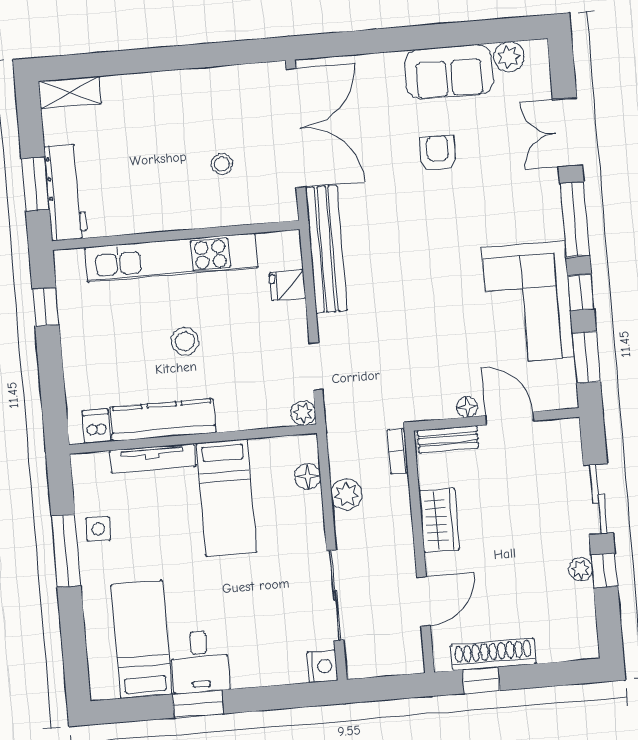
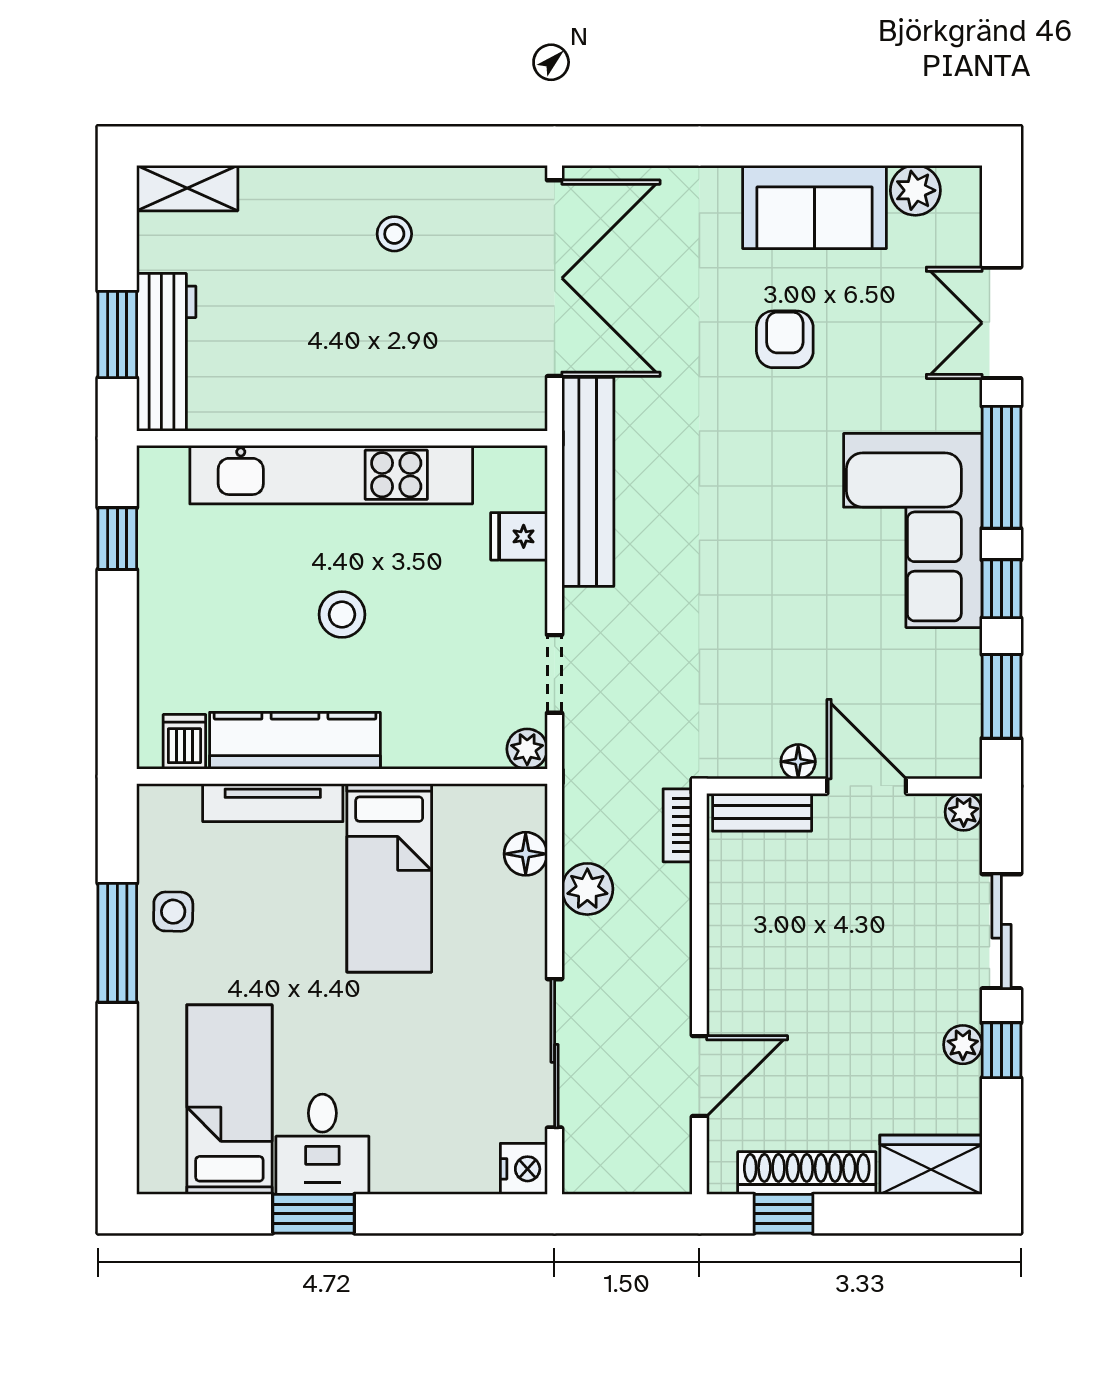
stool: (222, 164) -> (394, 234), moved
corner sofa: (528, 302) -> (913, 530), moved
plant: (569, 429) -> (964, 812), added
wardrobe: (439, 520) -> (931, 1165), moved, turned -90

